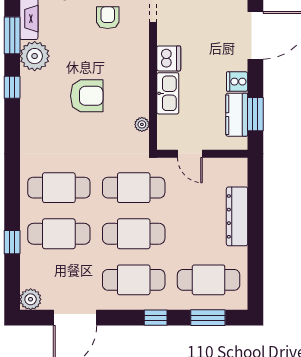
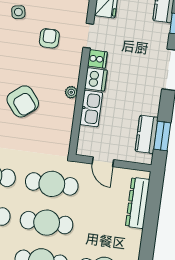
cooker: (237, 82) -> (97, 59), moved, turned 180
armchair: (87, 96) -> (23, 101), turned 51
plant: (142, 124) -> (71, 92), moved
dresser: (237, 216) -> (138, 203), moved

